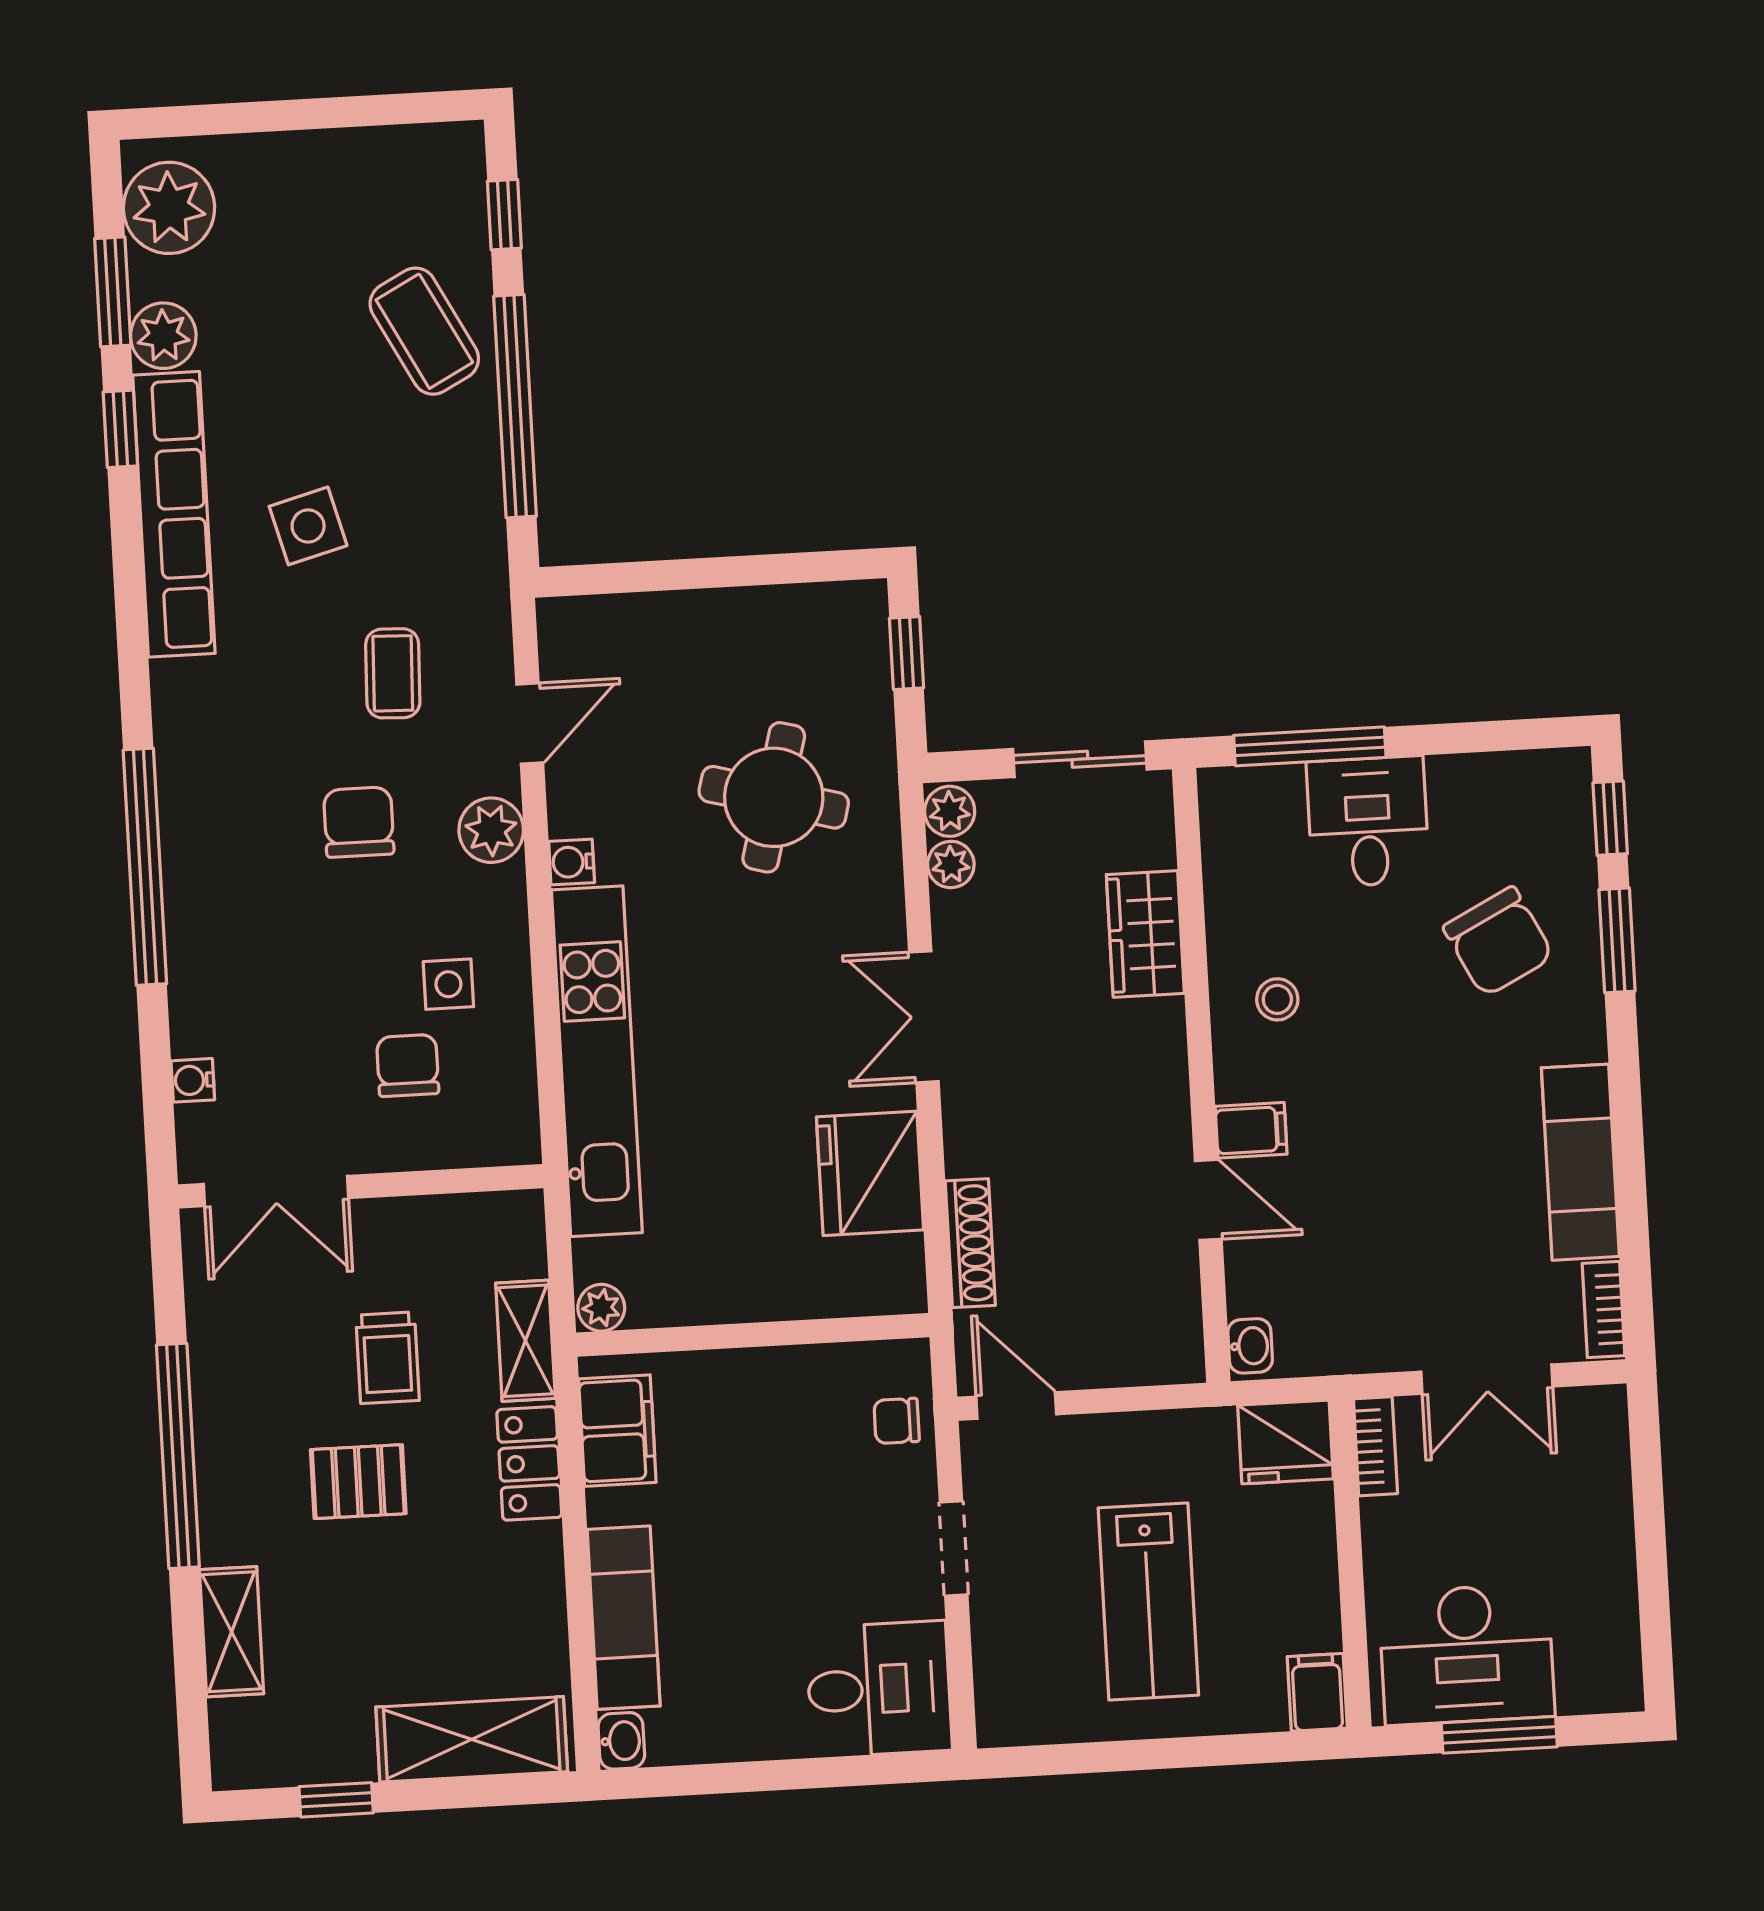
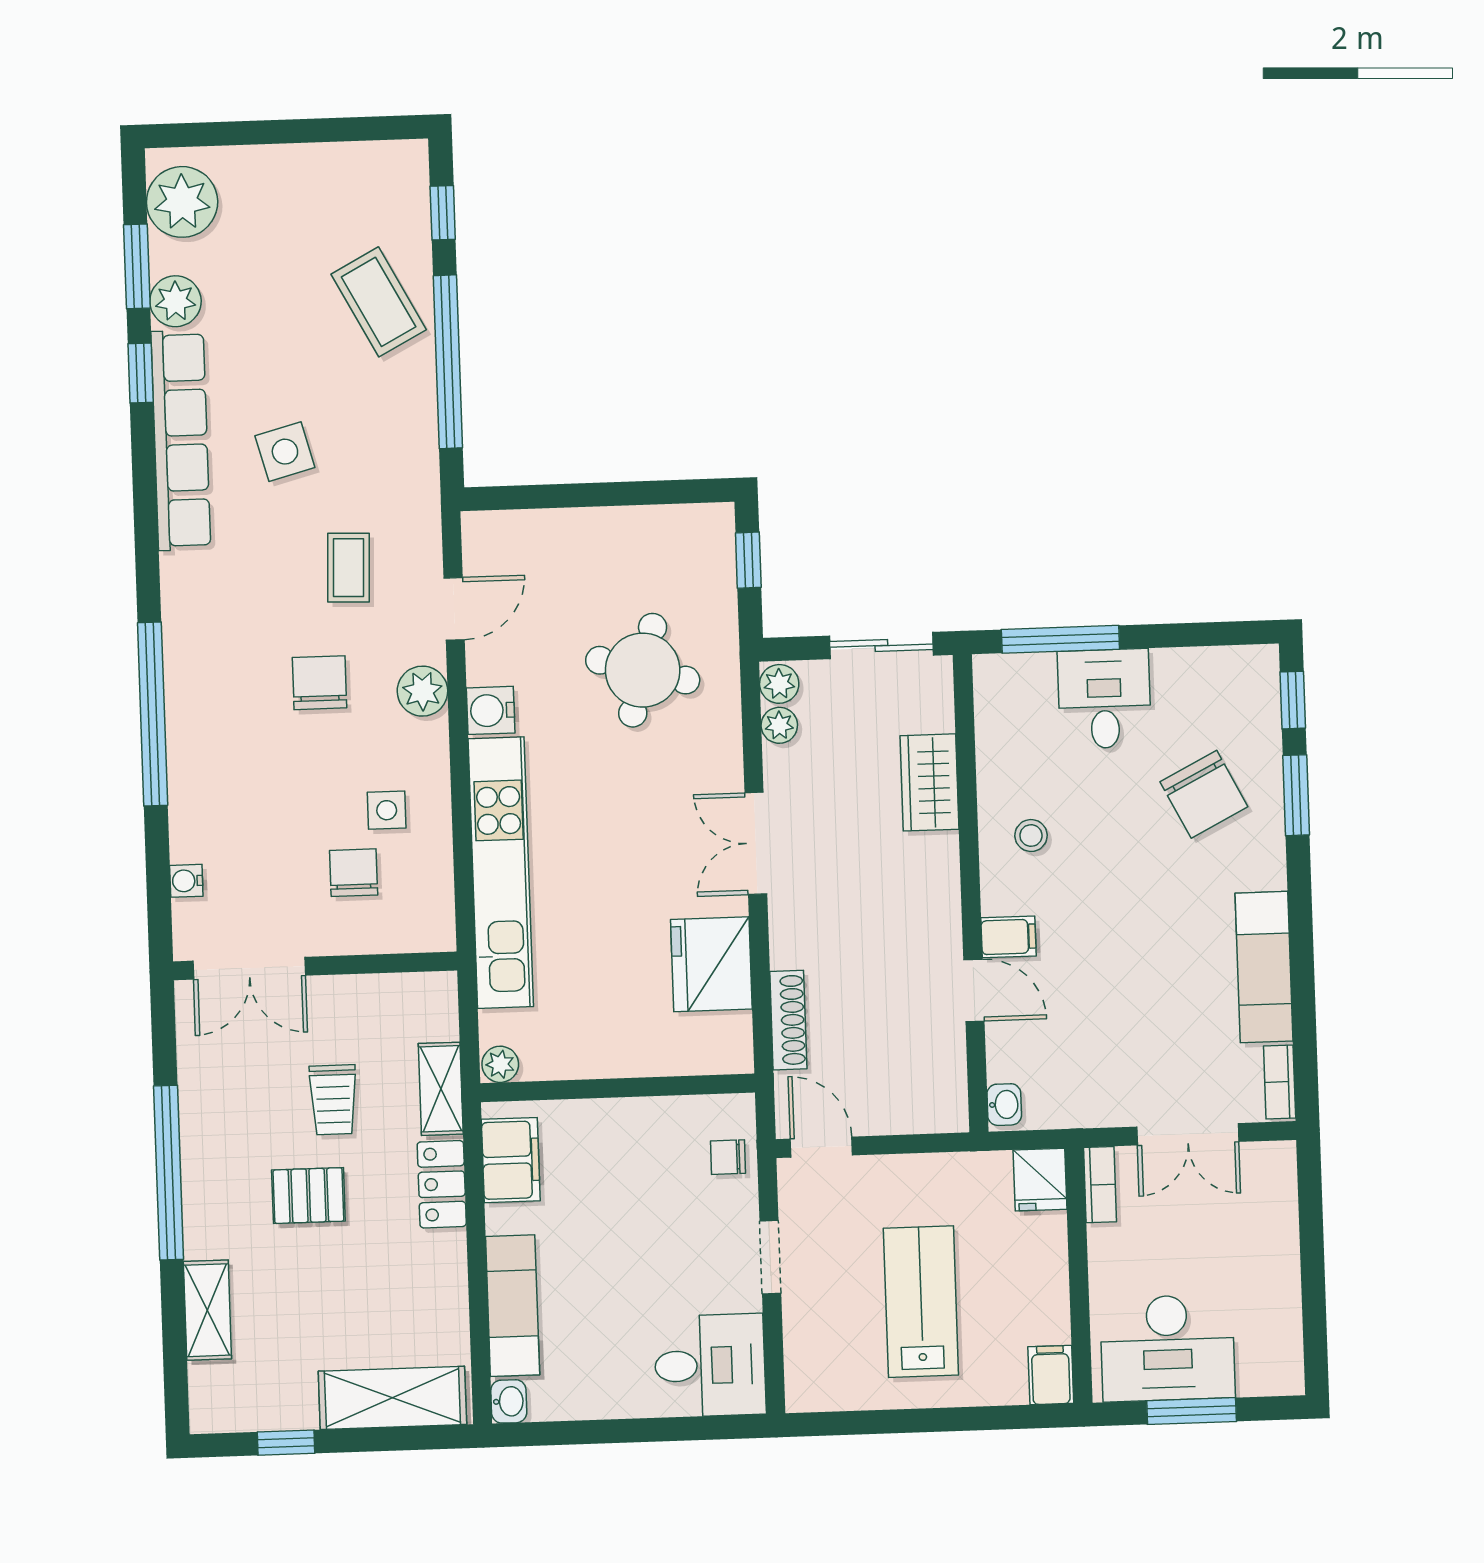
water cooler: (572, 862) -> (491, 710), width x1.38, depth x1.38
fridge: (1285, 1442) -> (1040, 1180), width x0.72
lab bench: (1148, 1601) -> (921, 1302), turned 180

